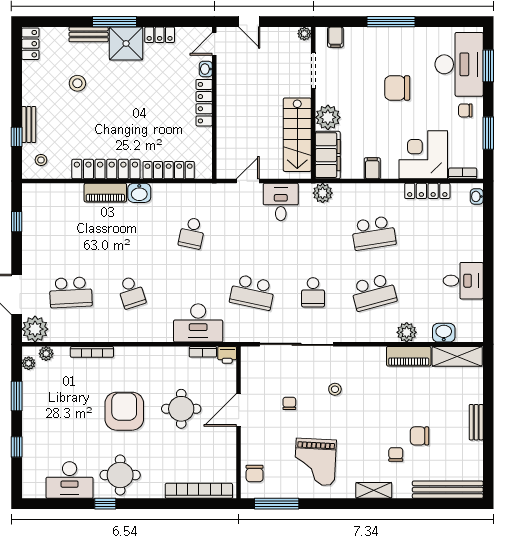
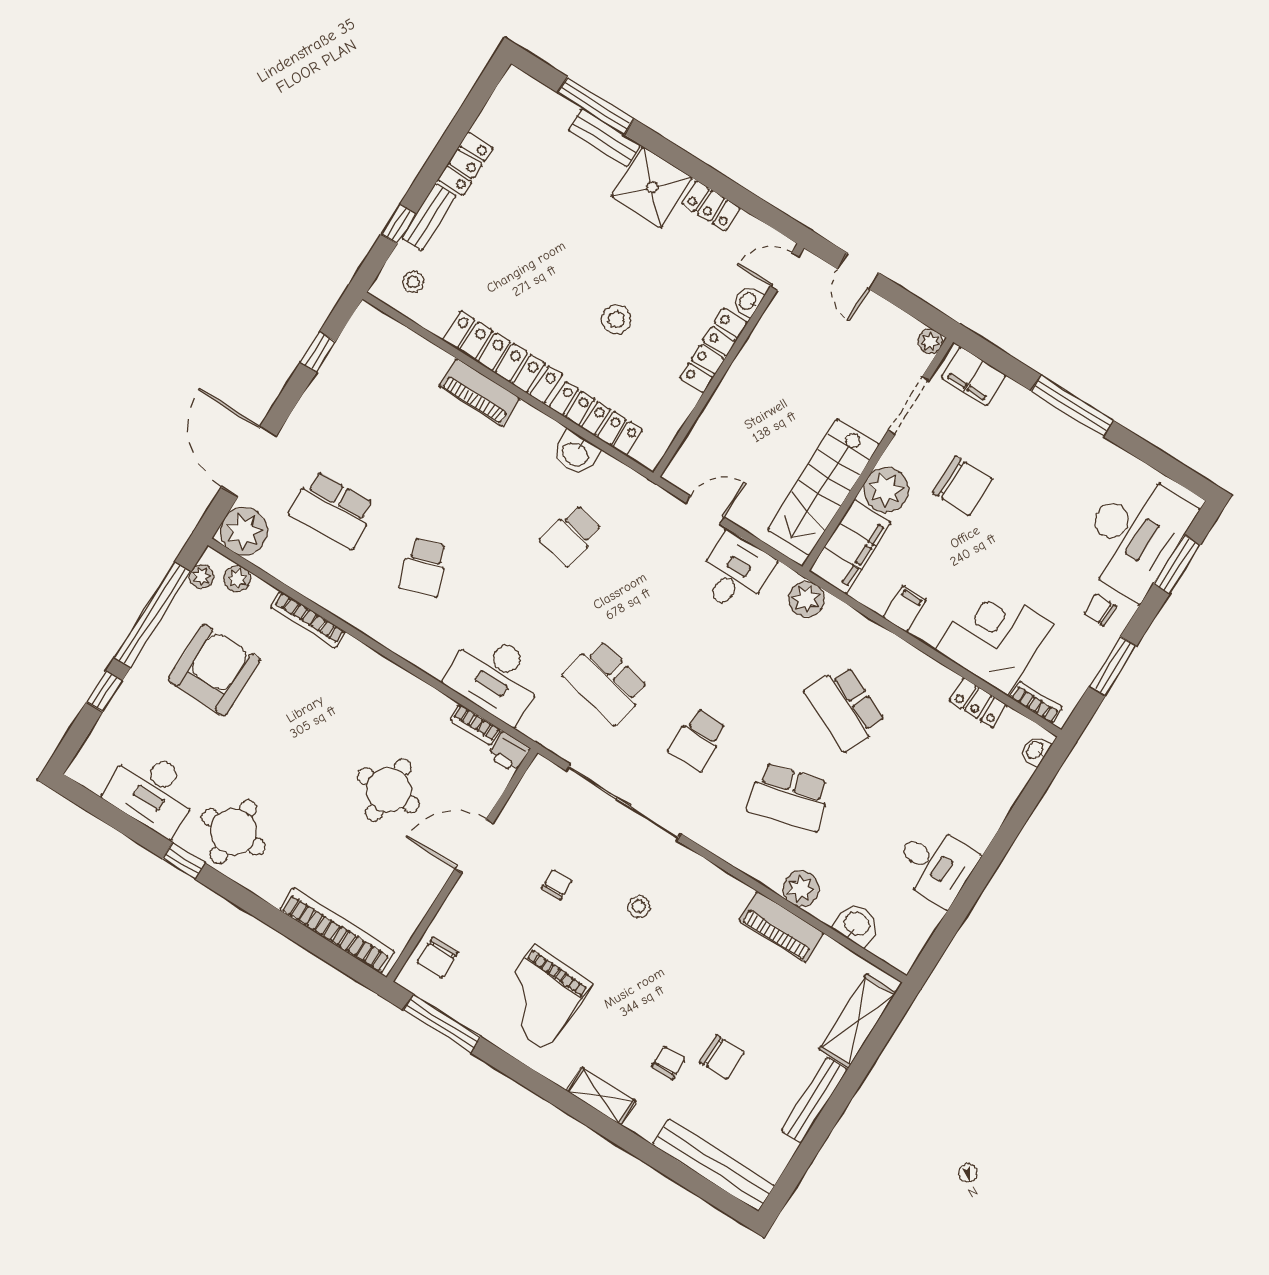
window: (114, 22) -> (596, 106), moved
filing cabinet: (335, 37) -> (974, 376), width x2.00
locker: (30, 44) -> (465, 164), moved
stool: (77, 83) -> (616, 319), moved
chair: (397, 88) -> (962, 486), moved, turned 180
locker: (427, 191) -> (978, 703), width x0.66
washbasin: (139, 193) -> (576, 453), moved
school desk: (374, 233) -> (845, 708), turned 33
shelving: (457, 356) -> (858, 1021), moved, turned 90
window: (17, 396) -> (153, 615), width x2.11
armchair: (124, 411) -> (214, 670), moved
bench: (476, 422) -> (814, 1100), width x1.36
chair: (419, 436) -> (722, 1057), turned 180

